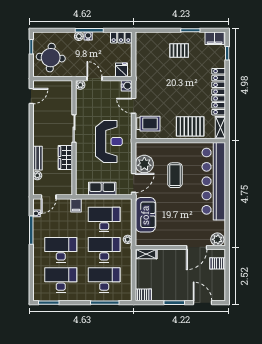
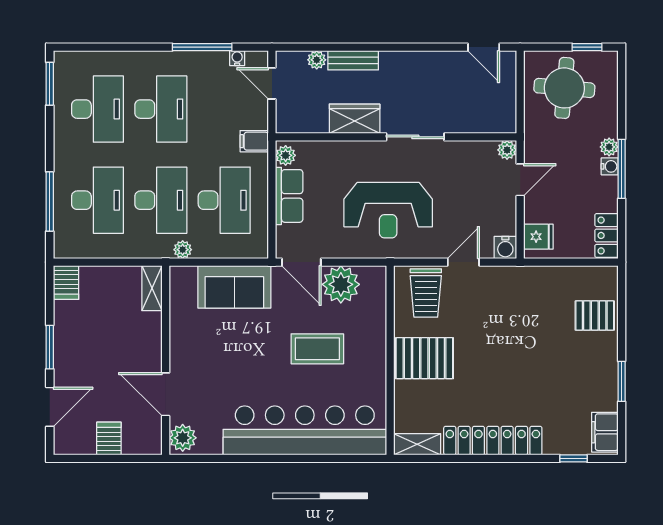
pallet: (179, 51) -> (595, 316), moved, turned 90
pallet: (190, 126) -> (424, 358), moved, turned 90
plant: (83, 190) -> (286, 155), added
server rack: (218, 263) -> (109, 439), moved

